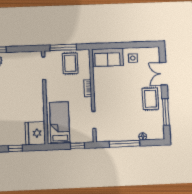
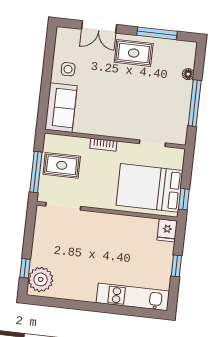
bed: (60, 123) -> (150, 188), width x1.50
fridge: (35, 133) -> (167, 230), width x0.53, depth x0.75
window: (77, 146) -> (184, 199), moved

